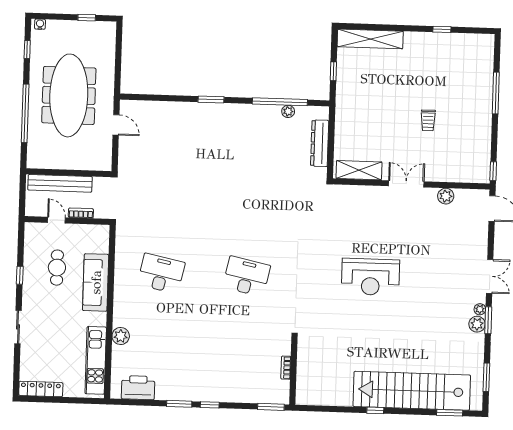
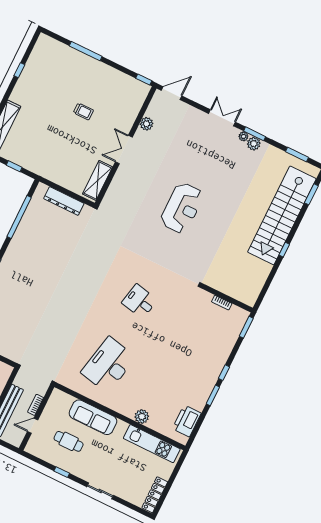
plant: (288, 111) -> (29, 214), removed
desk: (161, 274) -> (108, 365), width x1.36, depth x1.30
desk: (247, 276) -> (140, 301), width x0.73

